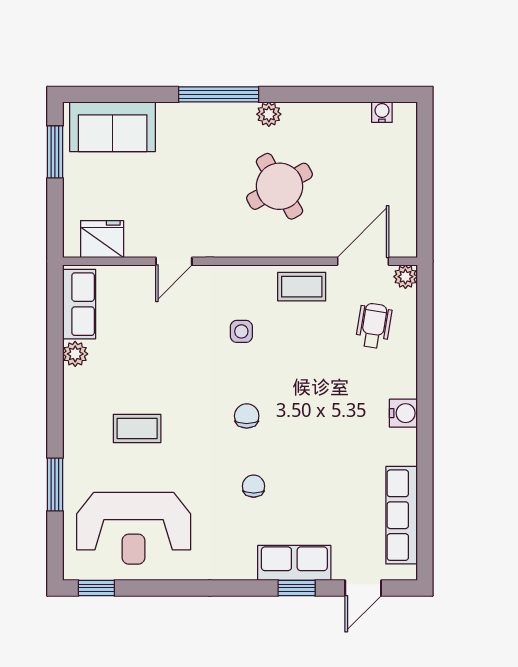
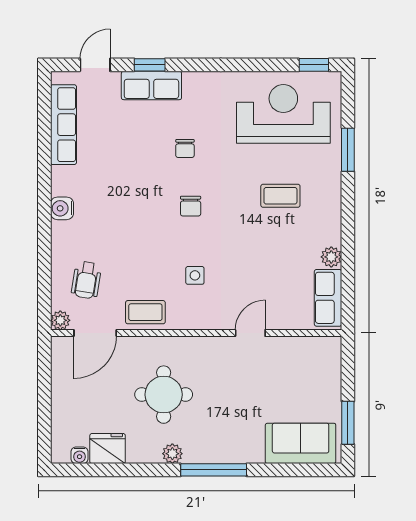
round table: (279, 186) -> (164, 395), turned 30
fridge: (102, 239) -> (108, 449), moved, turned 180

